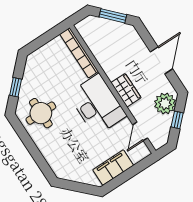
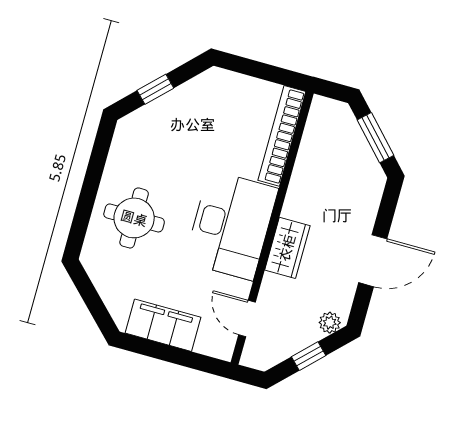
plant: (165, 103) -> (330, 323), width x0.53, depth x0.53
round table: (41, 113) -> (134, 218), moved
door: (140, 131) -> (247, 319), hinge flipped

